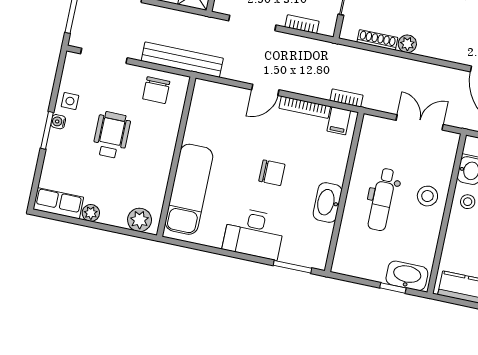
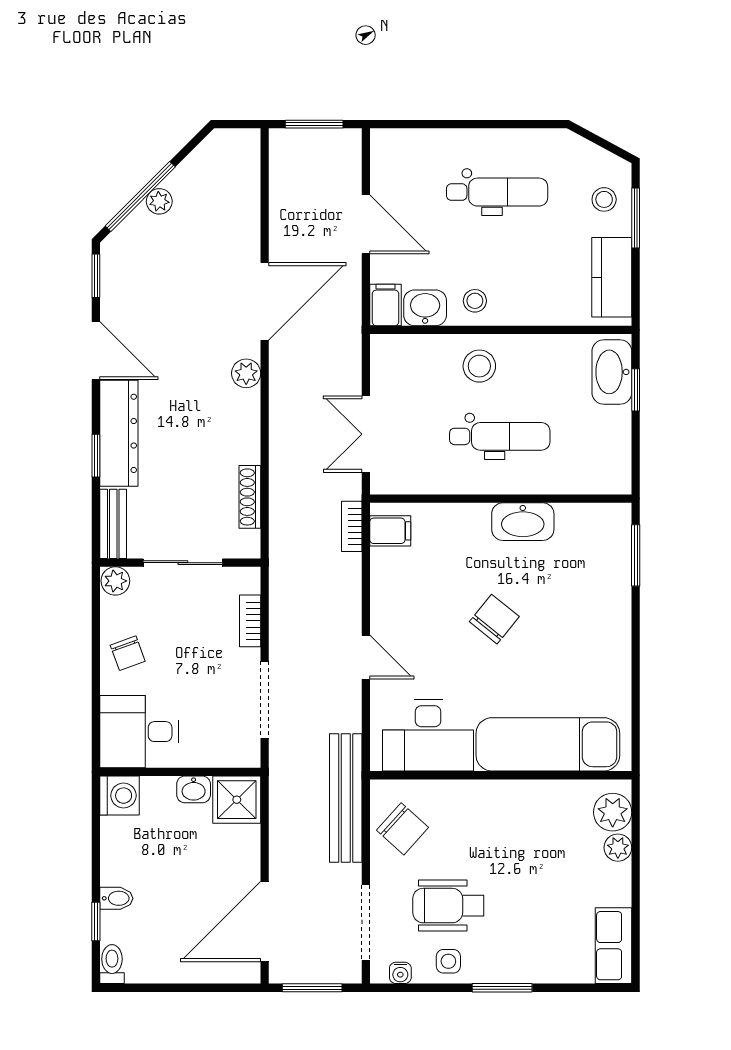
plant: (407, 44) -> (246, 373), moved
chair: (156, 90) -> (403, 829), turned 42
bookcase: (305, 107) -> (380, 589), removed
water cooler: (58, 122) -> (400, 973), moved
double door: (420, 122) -> (366, 434), moved
wheelchair: (112, 135) -> (448, 906), moved
chair: (272, 173) -> (494, 619), turned 39
plant: (91, 213) -> (618, 848), moved
desk: (254, 233) -> (428, 735), moved, turned 90

